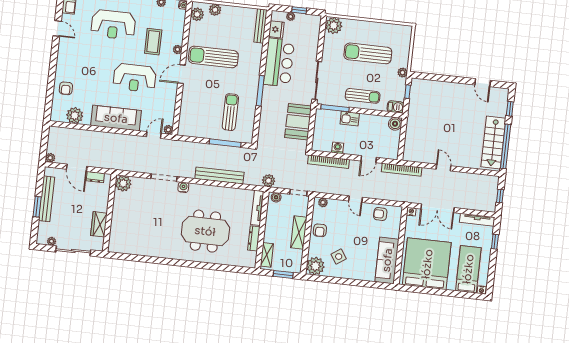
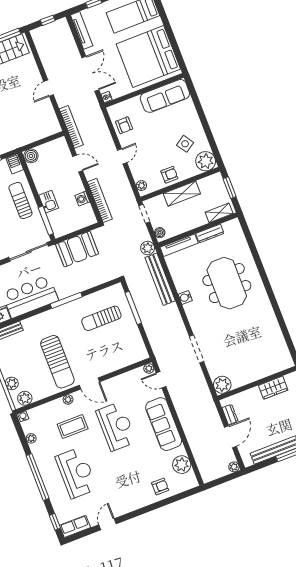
bench: (219, 176) -> (160, 279), moved
water cooler: (183, 187) -> (185, 297), moved

